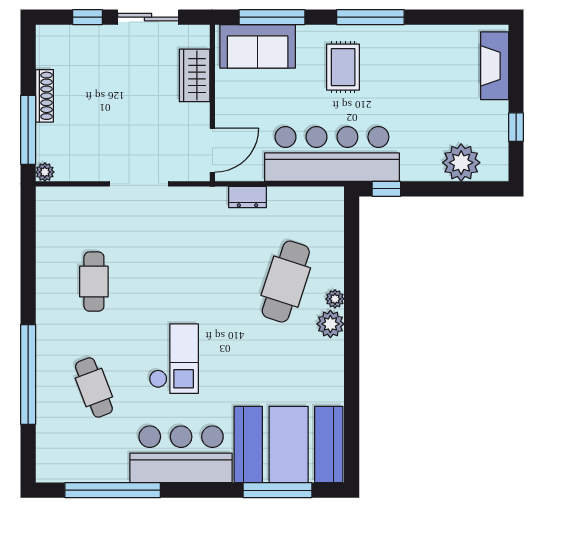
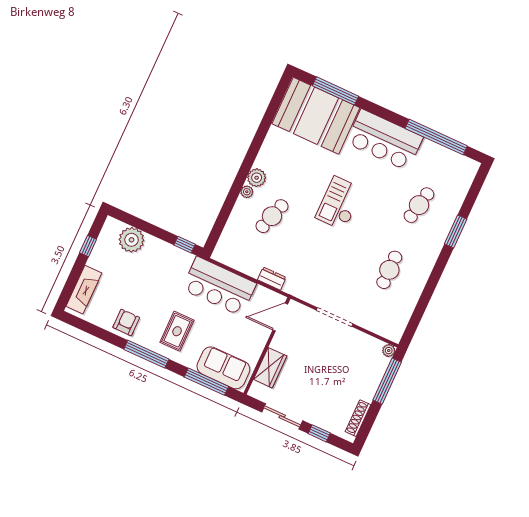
armchair: (417, 48) -> (126, 322), added
shoe rack: (44, 96) -> (358, 418), moved
bar counter: (332, 154) -> (219, 286), width x0.73
cafe table: (286, 282) -> (272, 216), width x0.73, depth x0.74
checkout: (174, 359) -> (339, 203), moved
window: (28, 374) -> (456, 232), width x0.47
cafe table: (94, 387) -> (419, 205), turned 33

